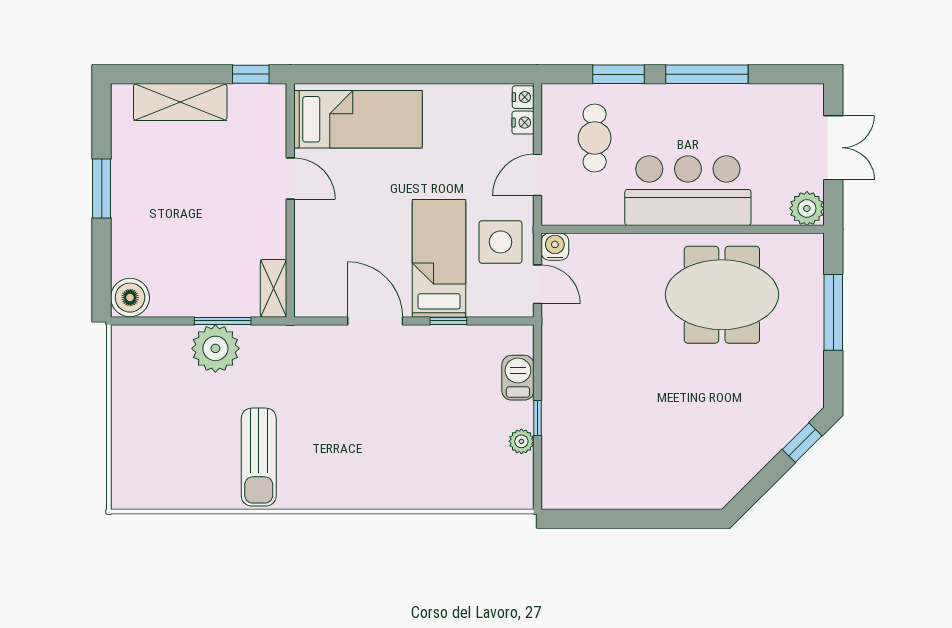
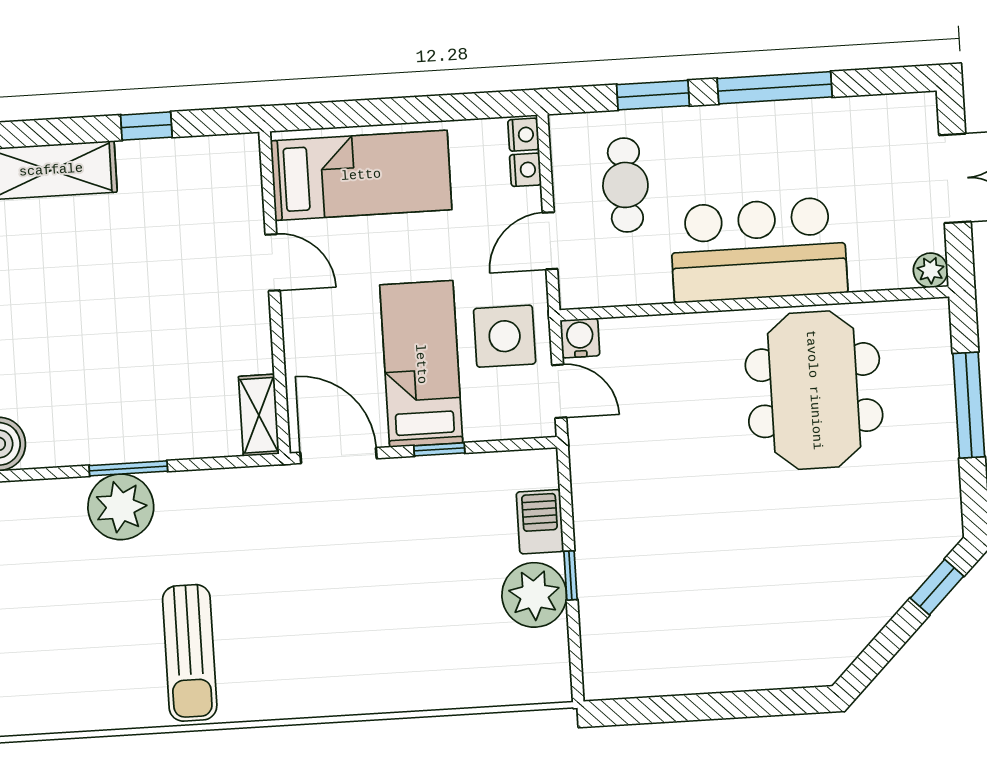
bed: (358, 119) -> (361, 175), moved
door: (290, 178) -> (273, 262), moved
wall: (290, 200) -> (274, 293), moved
plant: (807, 208) -> (931, 270), width x0.73, depth x0.73
shelving: (274, 288) -> (259, 415), moved
meeting table: (722, 295) -> (814, 390), turned 90
plant: (521, 441) -> (534, 595), width x1.87, depth x1.87

